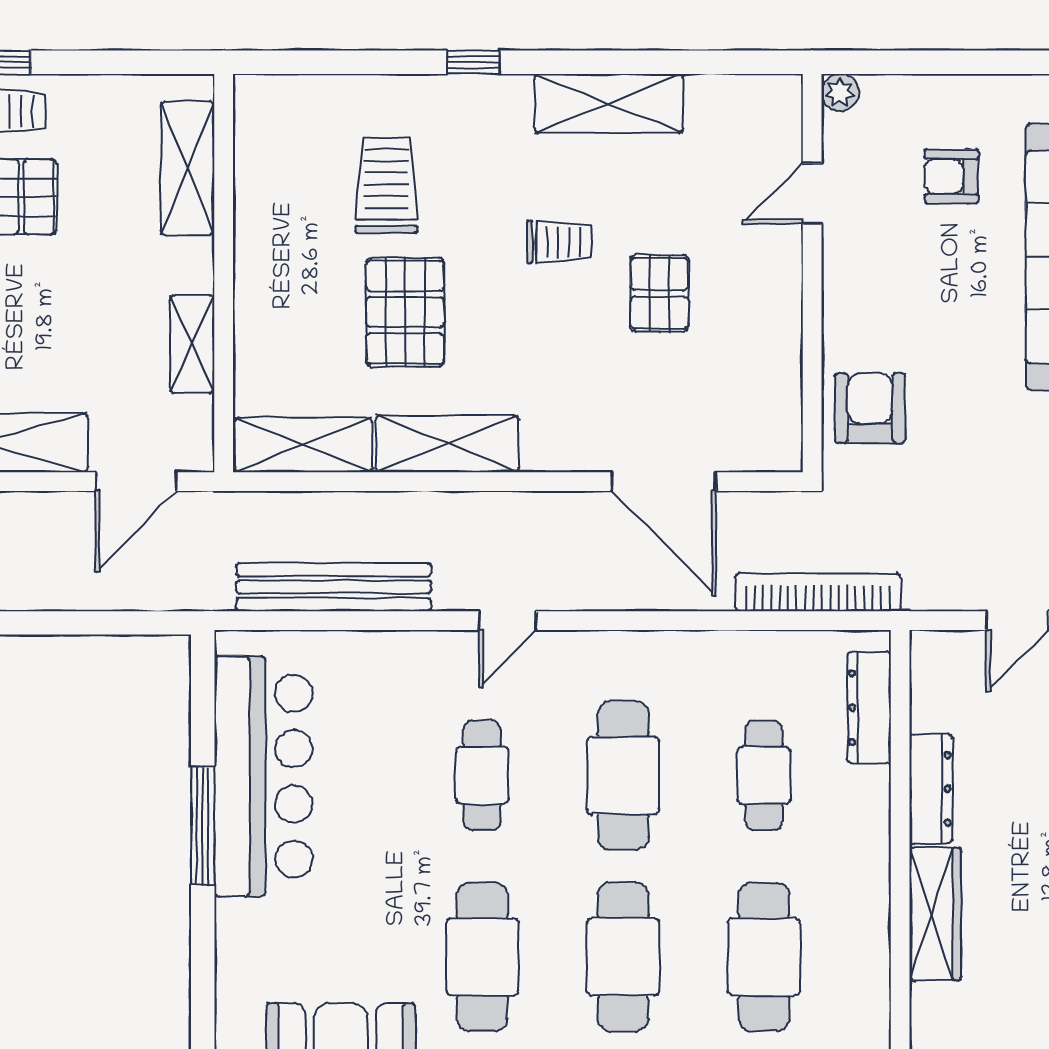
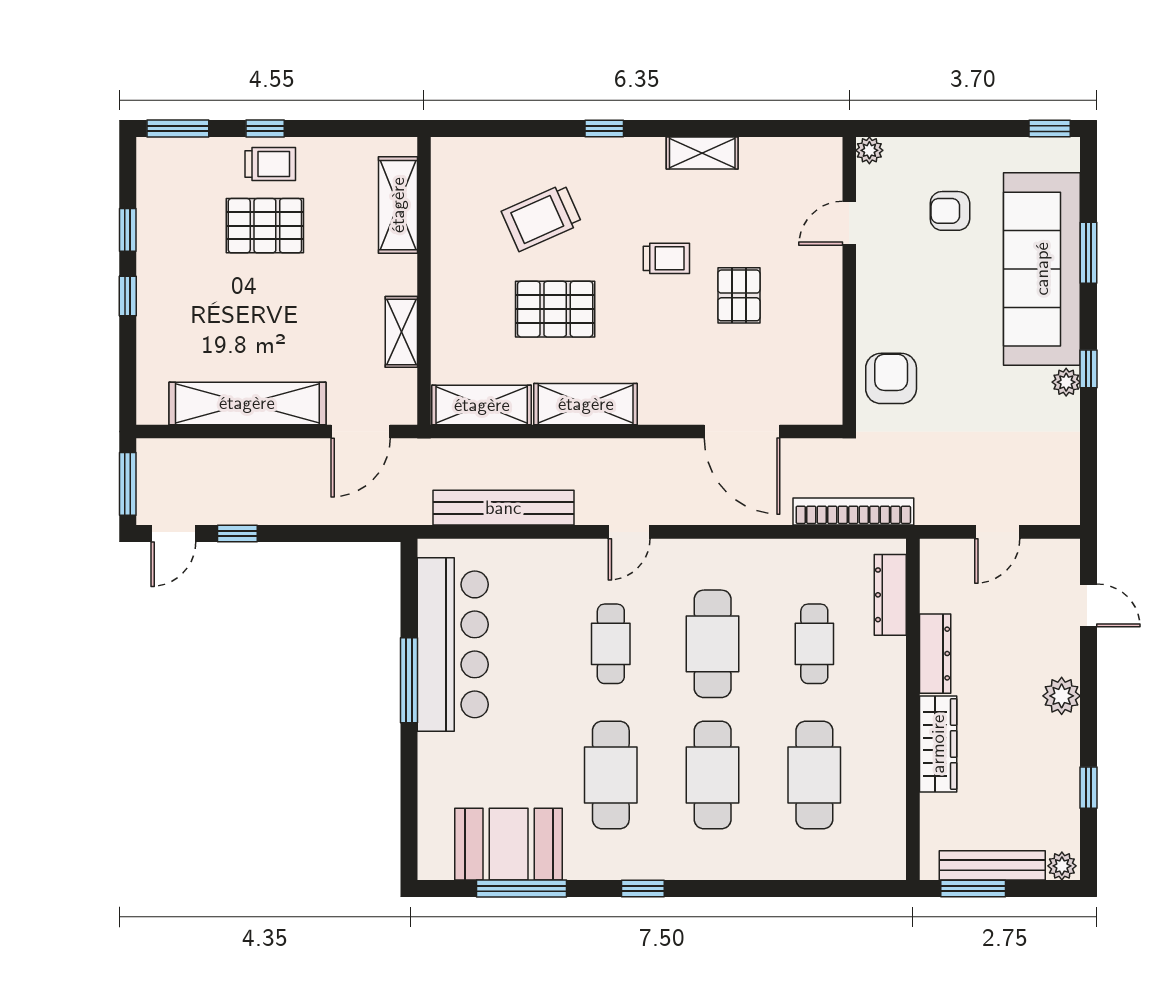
shelving: (609, 103) -> (702, 153), width x0.67, depth x0.75
trolley: (386, 185) -> (542, 217), turned -114
pallet: (405, 312) -> (555, 309), turned 90

